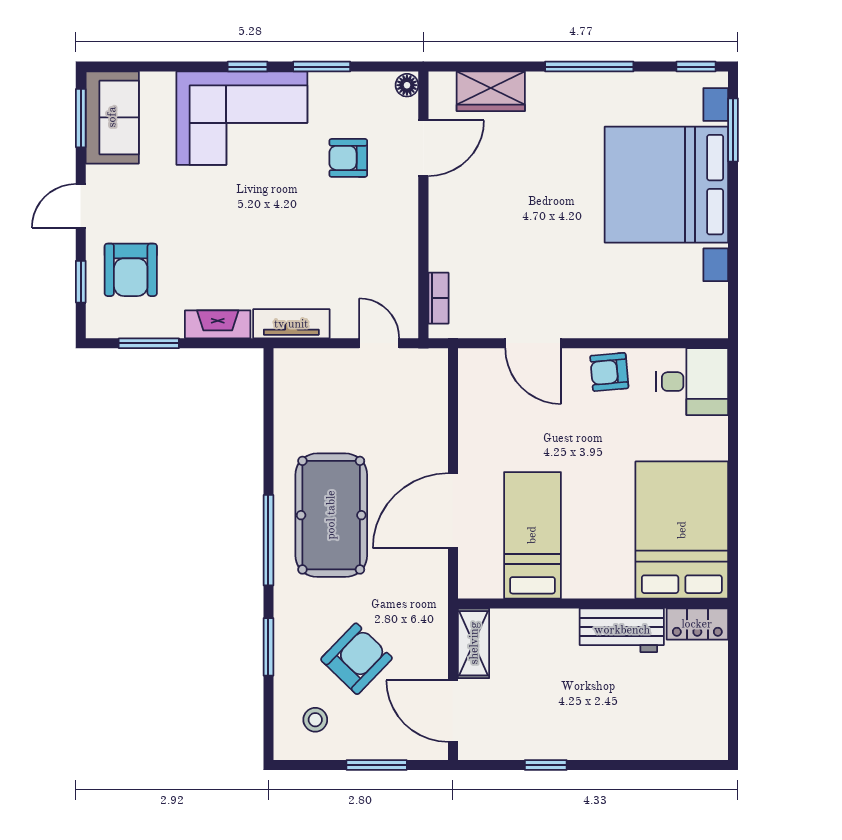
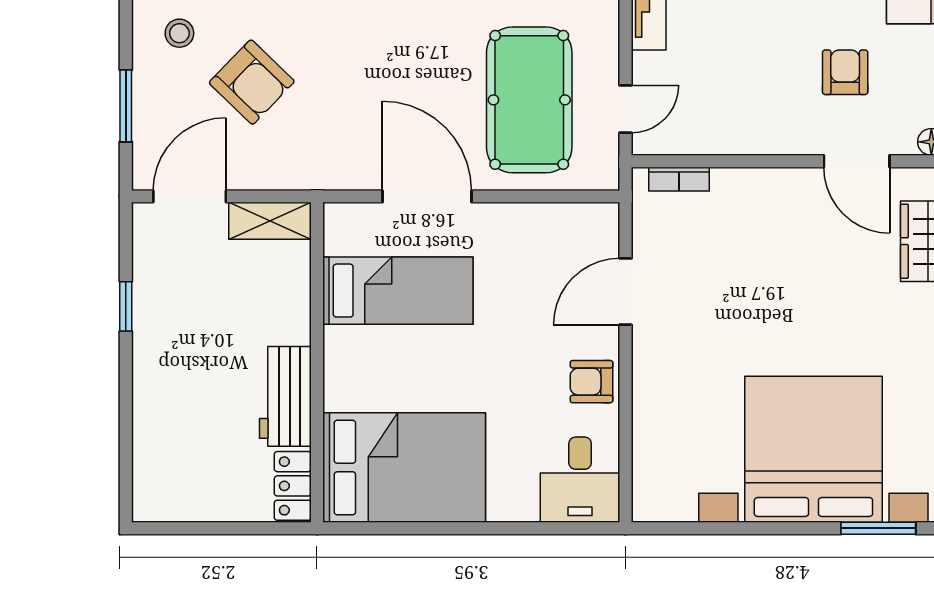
armchair: (609, 372) -> (591, 382), turned -85
pool table: (331, 515) -> (529, 100), moved, turned 90

